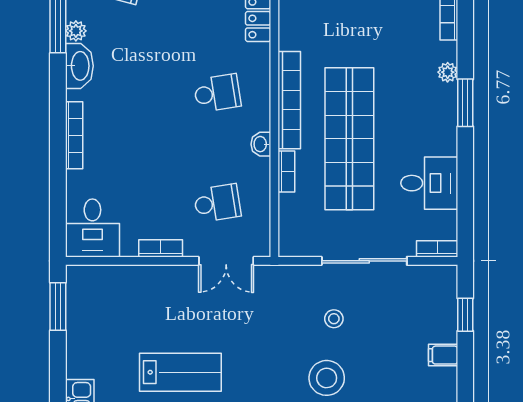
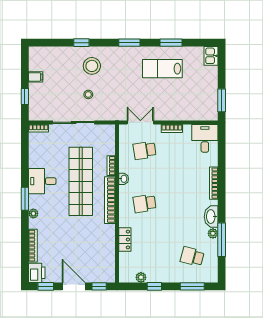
desk: (429, 183) -> (42, 181), moved

